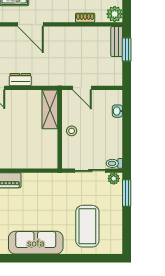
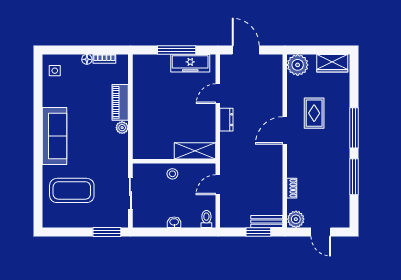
washbasin: (117, 111) -> (174, 222), moved
toilet: (114, 163) -> (206, 219), moved
plant: (114, 179) -> (122, 128), moved

